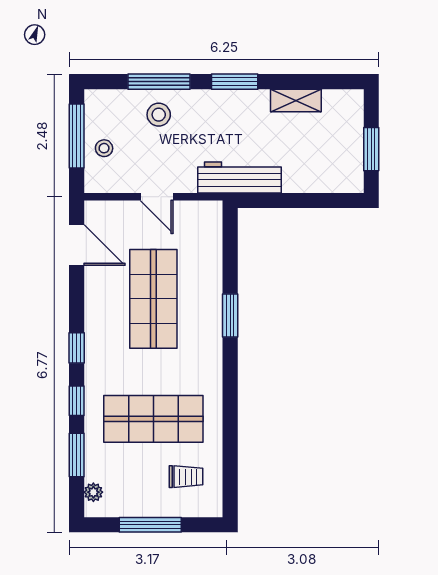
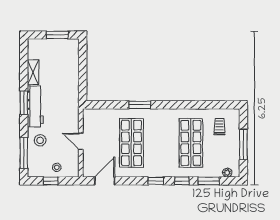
window: (159, 82) -> (24, 153), moved
window: (77, 136) -> (51, 181), width x0.46
workbench: (240, 177) -> (35, 106), moved, turned 180
door: (157, 197) -> (81, 141), swing flipped
shop shelf: (153, 299) -> (131, 143), turned 90

